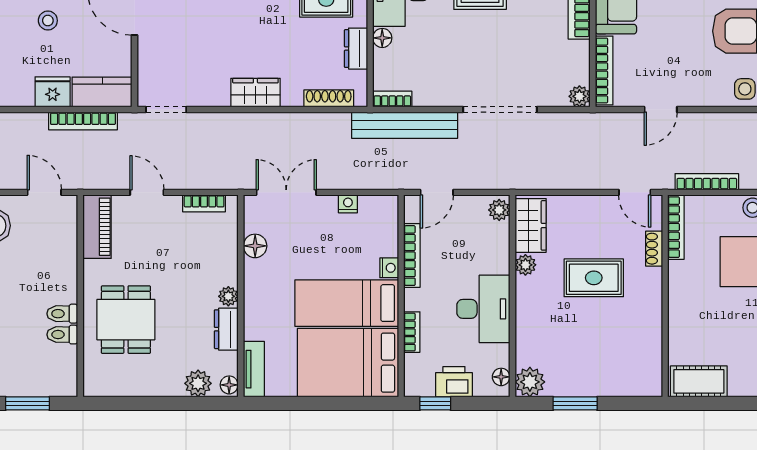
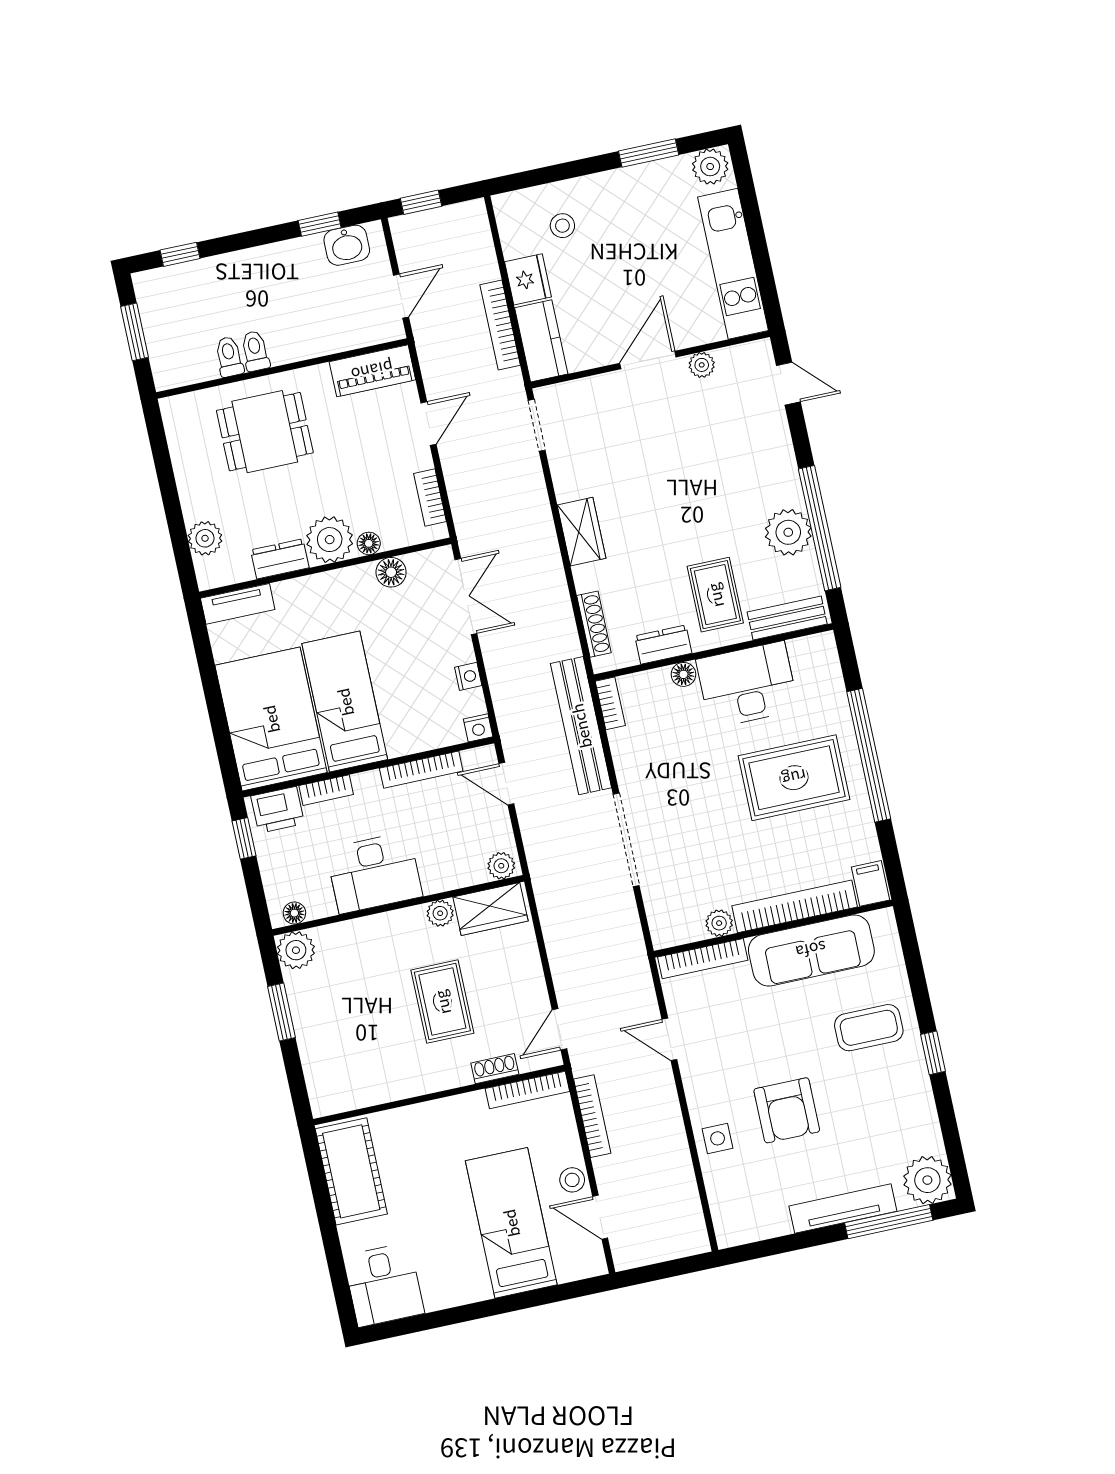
stool: (48, 21) -> (562, 226), moved
plant: (579, 96) -> (719, 923), moved
nightstand: (389, 268) -> (478, 728), moved
plant: (228, 296) -> (330, 540), width x1.87, depth x1.87
cot: (699, 381) -> (351, 1171), width x1.37, depth x1.34
printer: (454, 382) -> (278, 810), moved, turned 90
floor lamp: (229, 385) -> (369, 543), moved

